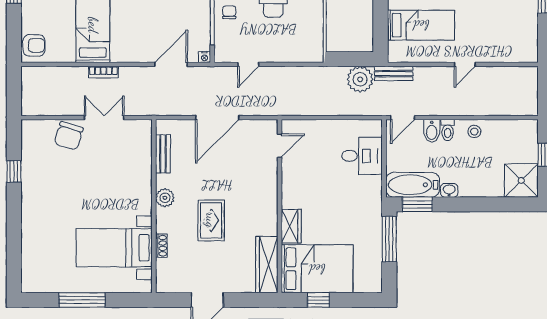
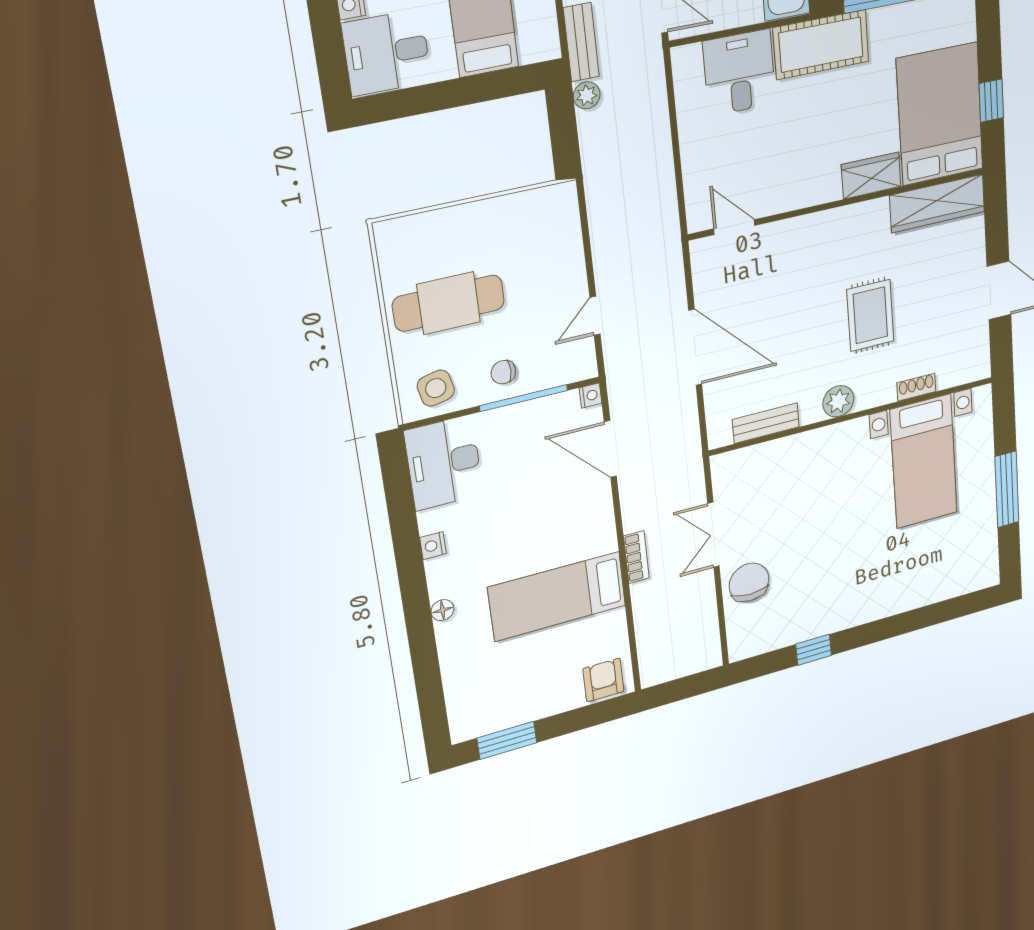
door: (248, 64) -> (595, 316), swing flipped
plant: (360, 79) -> (587, 95), width x0.53, depth x0.53
chair: (69, 136) -> (749, 582), turned -107
cot: (368, 202) -> (821, 45), added
rug: (211, 220) -> (870, 315), turned 90

